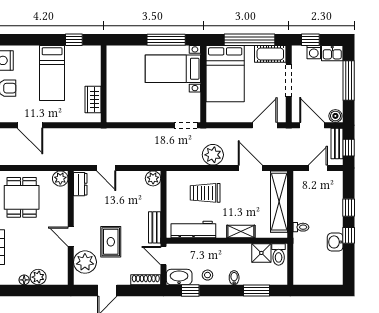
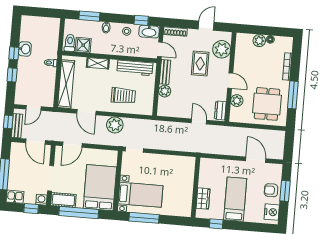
washing machine: (314, 52) -> (41, 200), moved
wardrobe: (93, 99) -> (203, 199), moved
boiler: (335, 116) -> (17, 147), removed
plant: (153, 178) -> (165, 91), moved
plant: (60, 179) -> (237, 101), moved
door: (71, 237) -> (230, 81), moved

